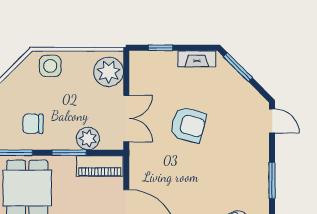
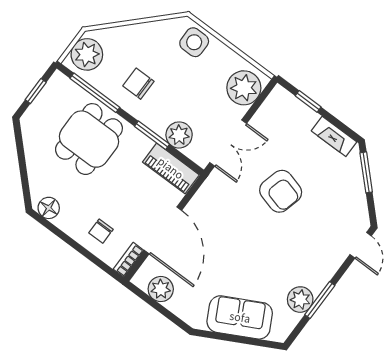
plant: (258, 190) -> (300, 300), added

